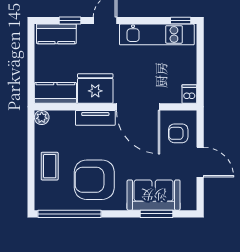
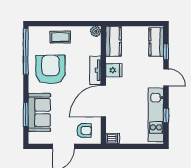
window: (181, 21) -> (166, 115), moved
fridge: (95, 88) -> (114, 70), width x0.53, depth x0.75
armchair: (178, 133) -> (84, 130), turned 90

